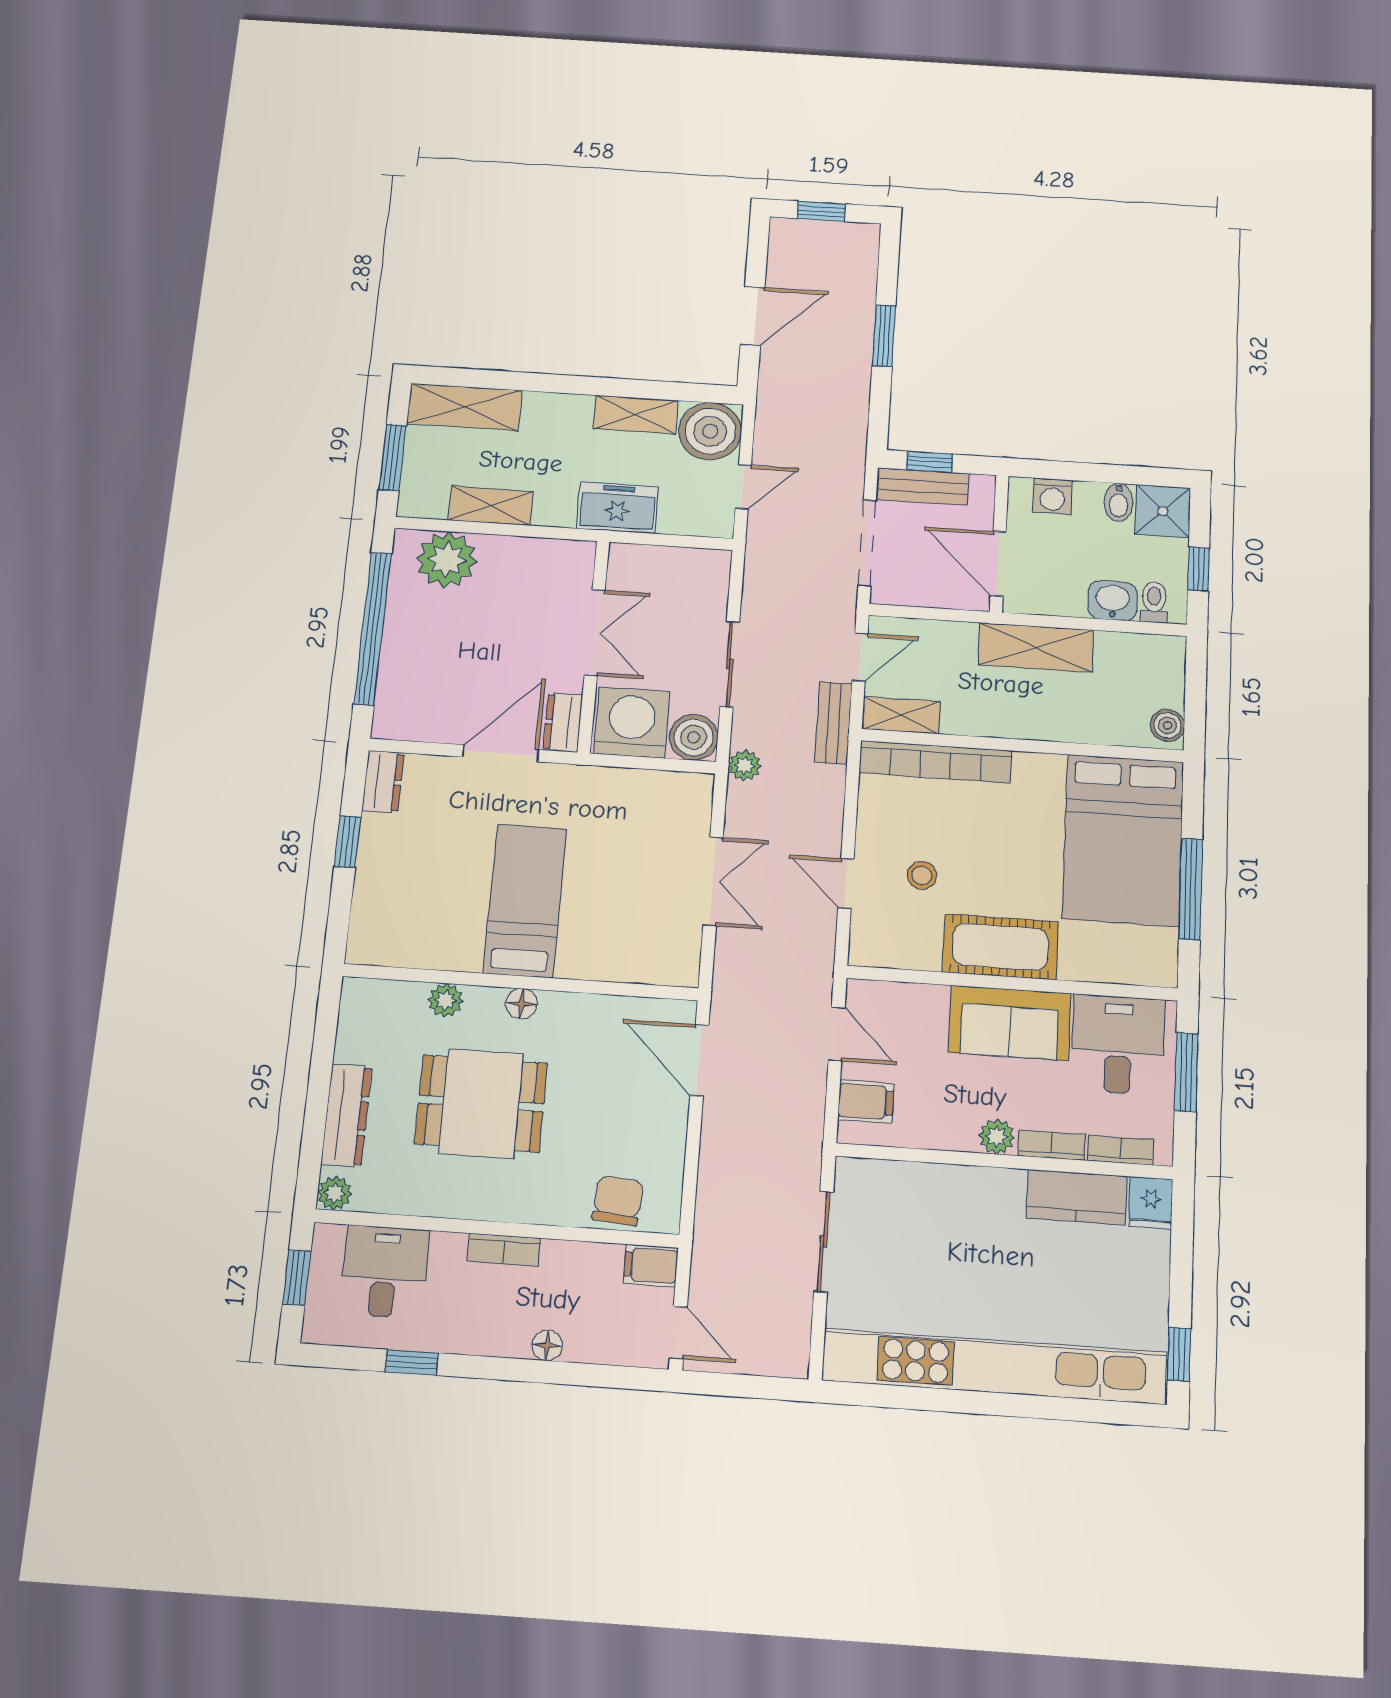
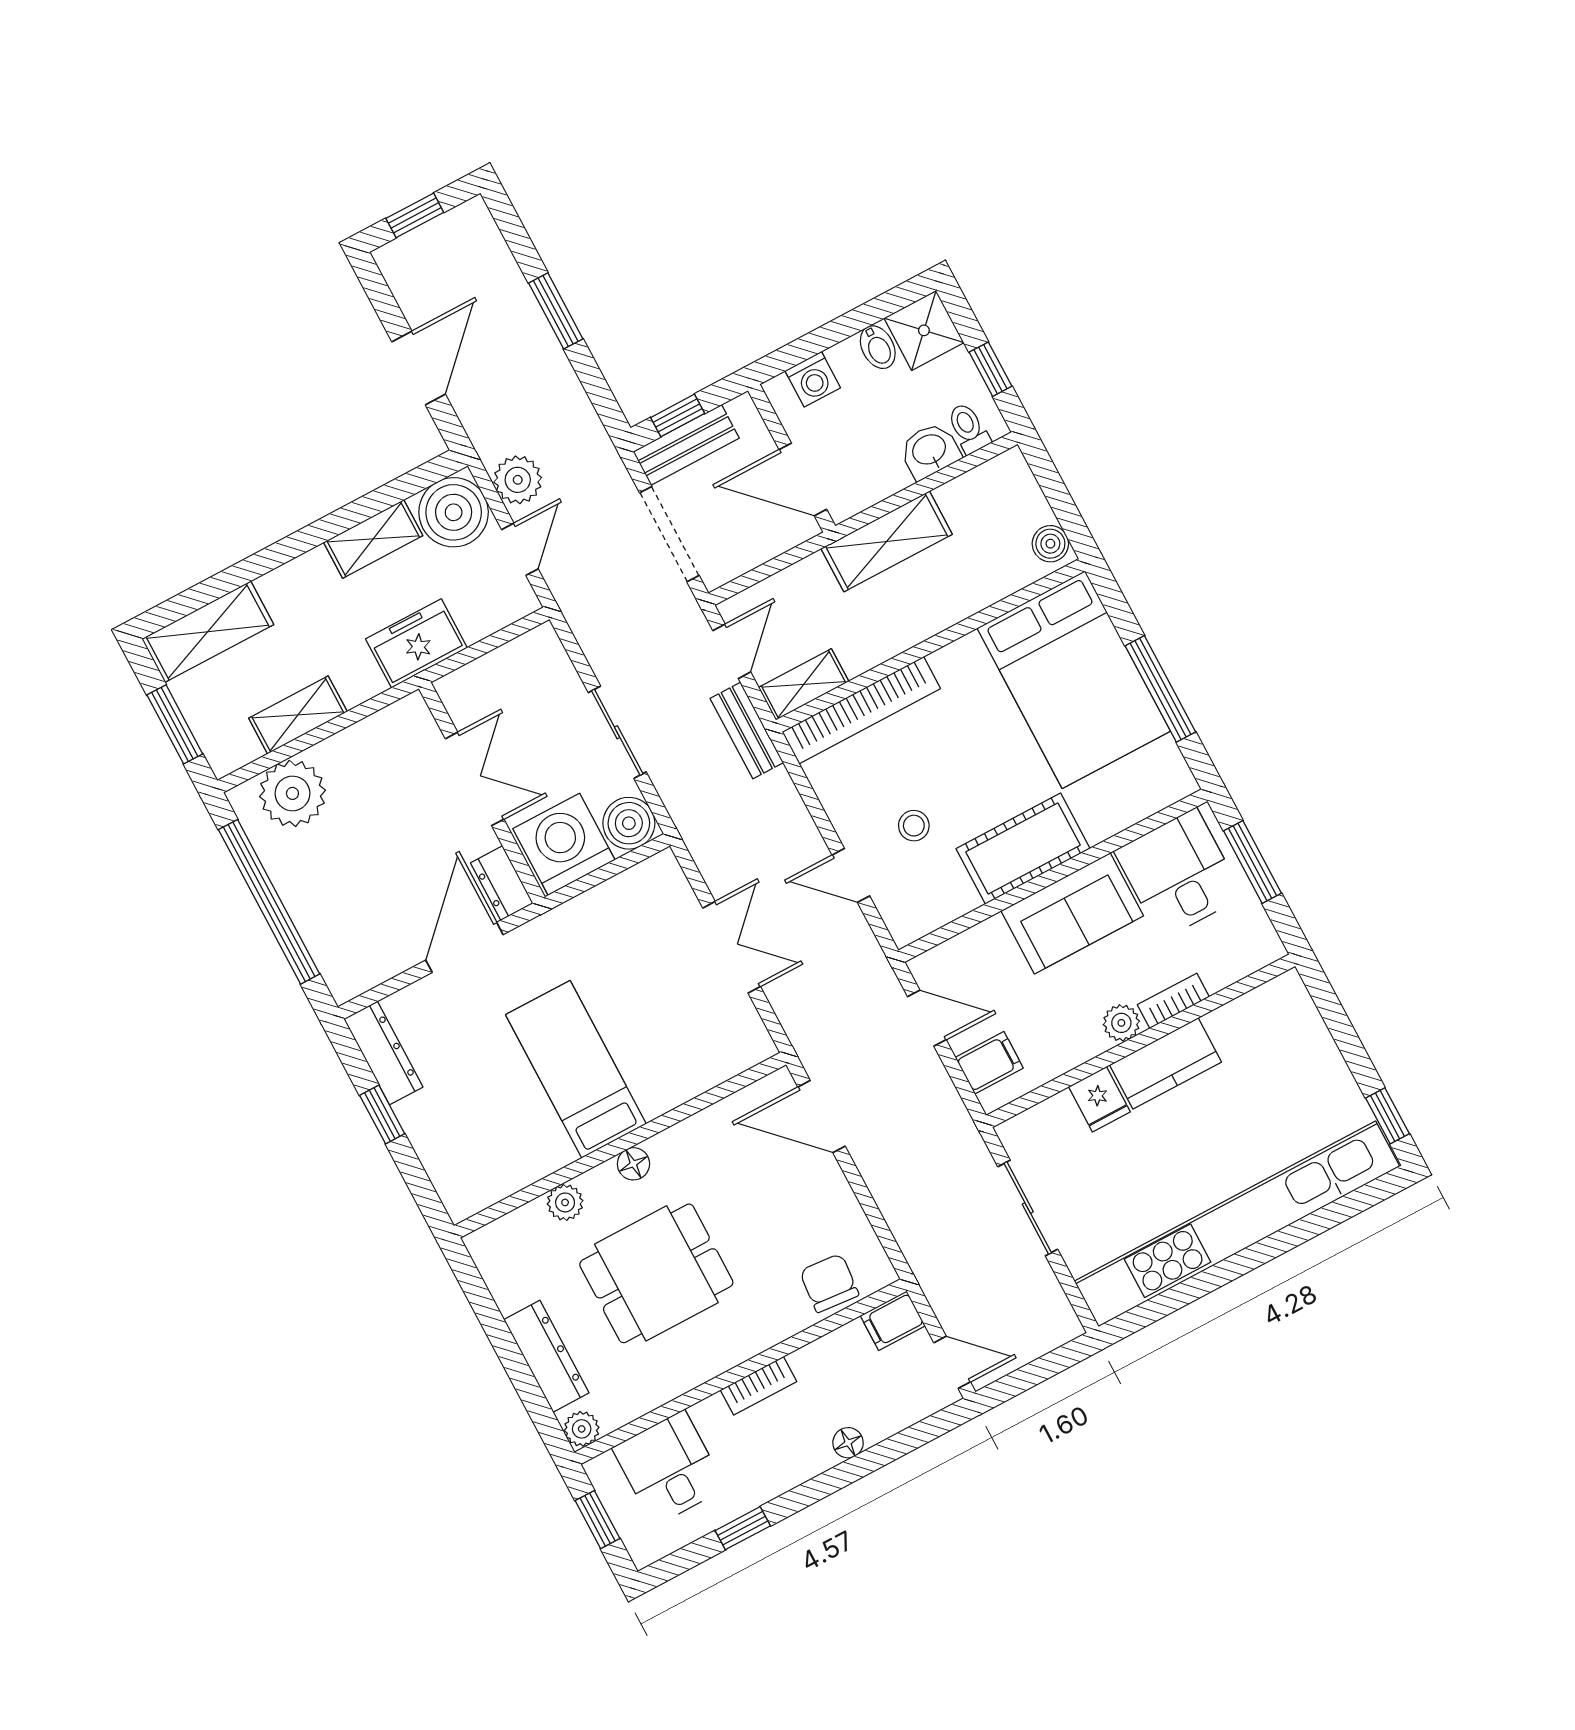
plant: (745, 765) -> (518, 480), moved, width x1.38, depth x1.38
dresser: (383, 782) -> (383, 1053), width x1.44
bookcase: (1121, 1150) -> (1236, 968), removed
kitchen counter: (1077, 1197) -> (1166, 1063), moved
fridge: (1151, 1203) -> (1099, 1099), moved

